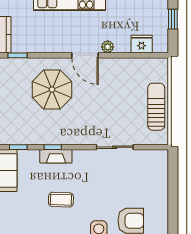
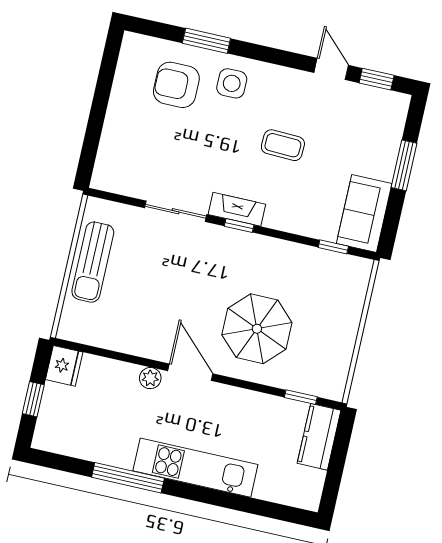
fridge: (142, 44) -> (64, 366), moved, turned -90
window: (53, 147) -> (239, 226), moved
fireplace: (56, 156) -> (237, 209), moved

